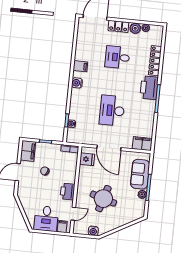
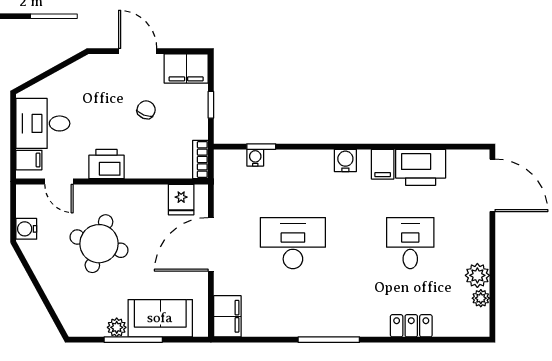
locker: (118, 26) -> (478, 238), removed
locker: (155, 61) -> (411, 326), width x0.66
printer: (149, 88) -> (421, 167), moved, turned 180

